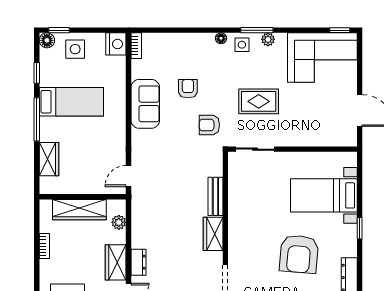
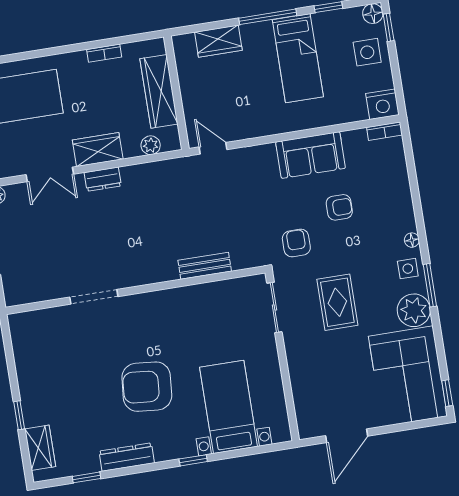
plant: (268, 39) -> (414, 310), width x1.87, depth x1.87
wardrobe: (213, 234) -> (155, 271), removed

